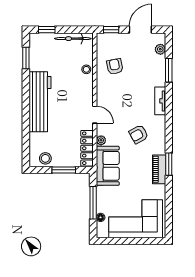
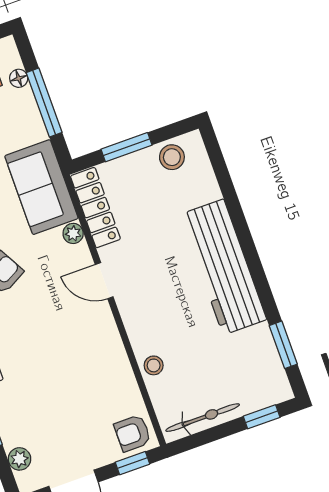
armchair: (115, 67) -> (133, 433), moved, turned 101

